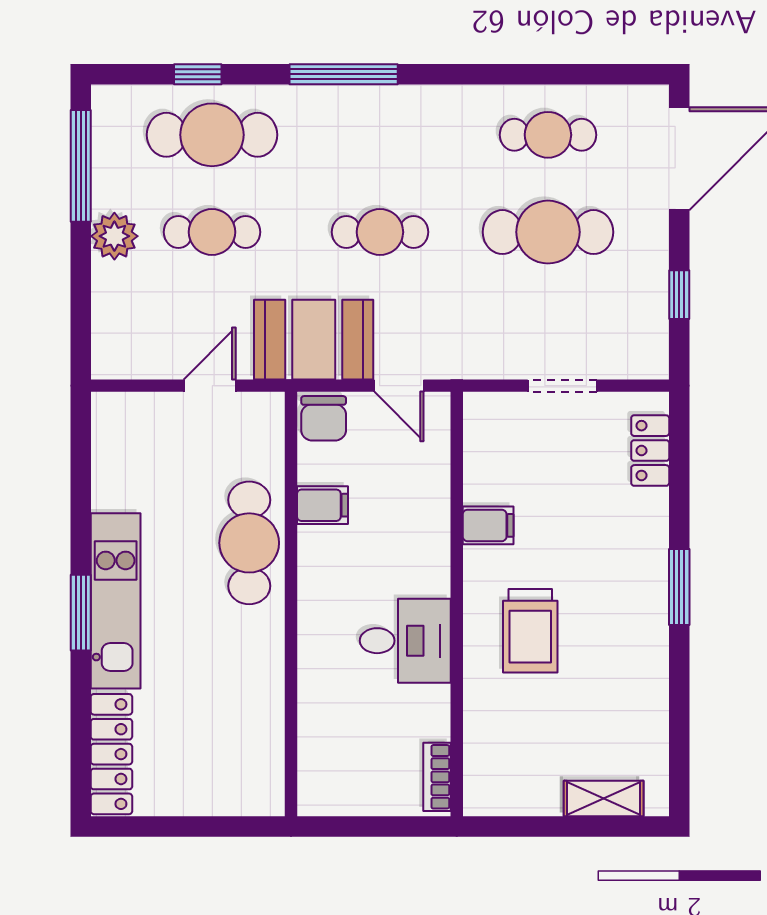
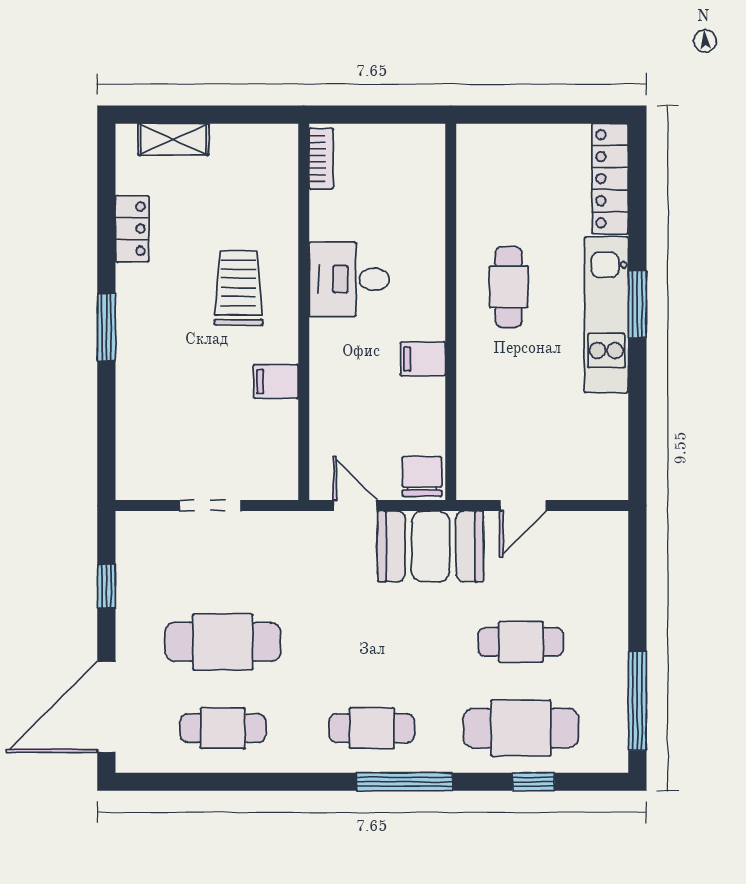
cafe table: (380, 232) -> (372, 728), moved
plant: (114, 236) -> (607, 638), removed
locker: (650, 451) -> (132, 229), moved
filing cabinet: (322, 505) -> (423, 359), moved
cafe table: (249, 543) -> (509, 287), moved, width x0.73, depth x0.74

